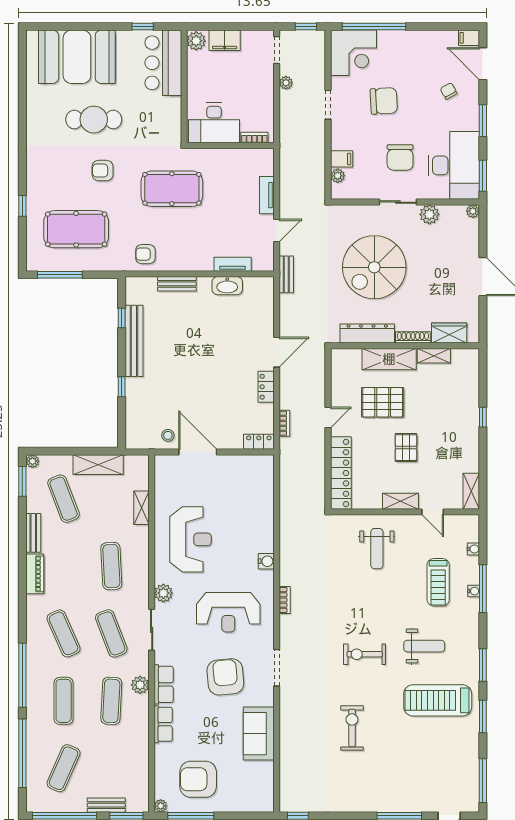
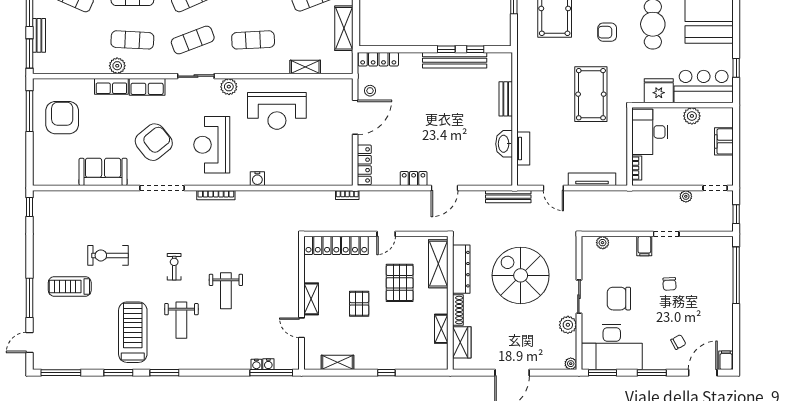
plant: (196, 41) -> (692, 116), moved
corner desk: (353, 53) -> (713, 257), removed
chair: (384, 101) -> (669, 284), width x0.54, depth x0.54
fridge: (168, 113) -> (659, 91), added
filing cabinet: (342, 159) -> (644, 246), moved
armchair: (103, 171) -> (607, 32), turned -90
tv unit: (267, 195) -> (592, 179), width x1.41
armchair: (145, 254) -> (532, 71), removed
bench: (286, 274) -> (508, 197), width x1.36
door: (277, 352) -> (445, 188), hinge flipped
shelving: (389, 359) -> (438, 264), moved
window: (122, 387) -> (446, 49), moved
door: (328, 417) -> (386, 234), hinge flipped
bookcase: (284, 423) -> (347, 195), moved
locker: (133, 426) -> (378, 59), added
locker: (259, 442) -> (364, 165), width x1.53
pallet: (406, 448) -> (359, 304), turned 90
shelving: (471, 491) -> (337, 362), moved
door: (433, 512) -> (302, 328), hinge flipped
weight bench: (377, 549) -> (226, 291), moved, turned -90
treadmill: (438, 582) -> (70, 286), moved
window: (483, 589) -> (271, 373), moved
water cooler: (474, 591) -> (256, 364), moved
bookcase: (285, 600) -> (216, 195), width x1.56
exercise bike: (365, 654) -> (174, 267), width x0.73, depth x0.72
doorway: (277, 668) -> (162, 188), width x1.36
armchair: (225, 677) -> (154, 142), turned -34
plant: (140, 685) -> (117, 66), moved
exercise bike: (352, 728) -> (108, 255), turned 180
plant: (161, 806) -> (38, 84), removed

